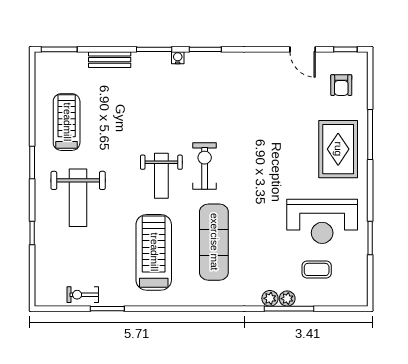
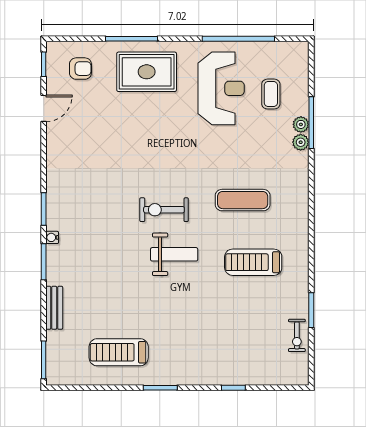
weight bench: (78, 198) -> (197, 340), removed
window: (370, 238) -> (238, 39), width x2.11
exercise mat: (214, 242) -> (243, 200), width x0.73, depth x0.69
treadmill: (154, 252) -> (253, 262), width x0.73, depth x0.73

